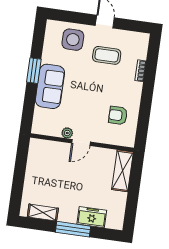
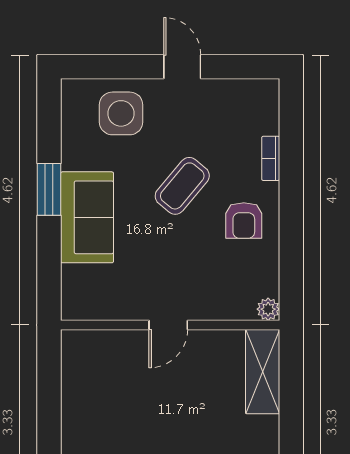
coffee table: (107, 55) -> (182, 186), moved, turned -50
armchair: (118, 115) -> (244, 220), moved, turned -90
plant: (67, 133) -> (268, 309), moved

